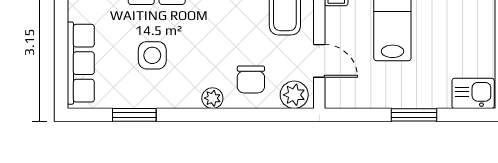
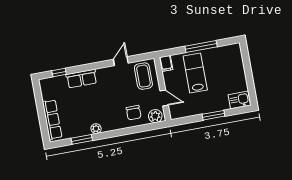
side table: (152, 55) -> (85, 110), removed
plant: (212, 98) -> (96, 129), moved

